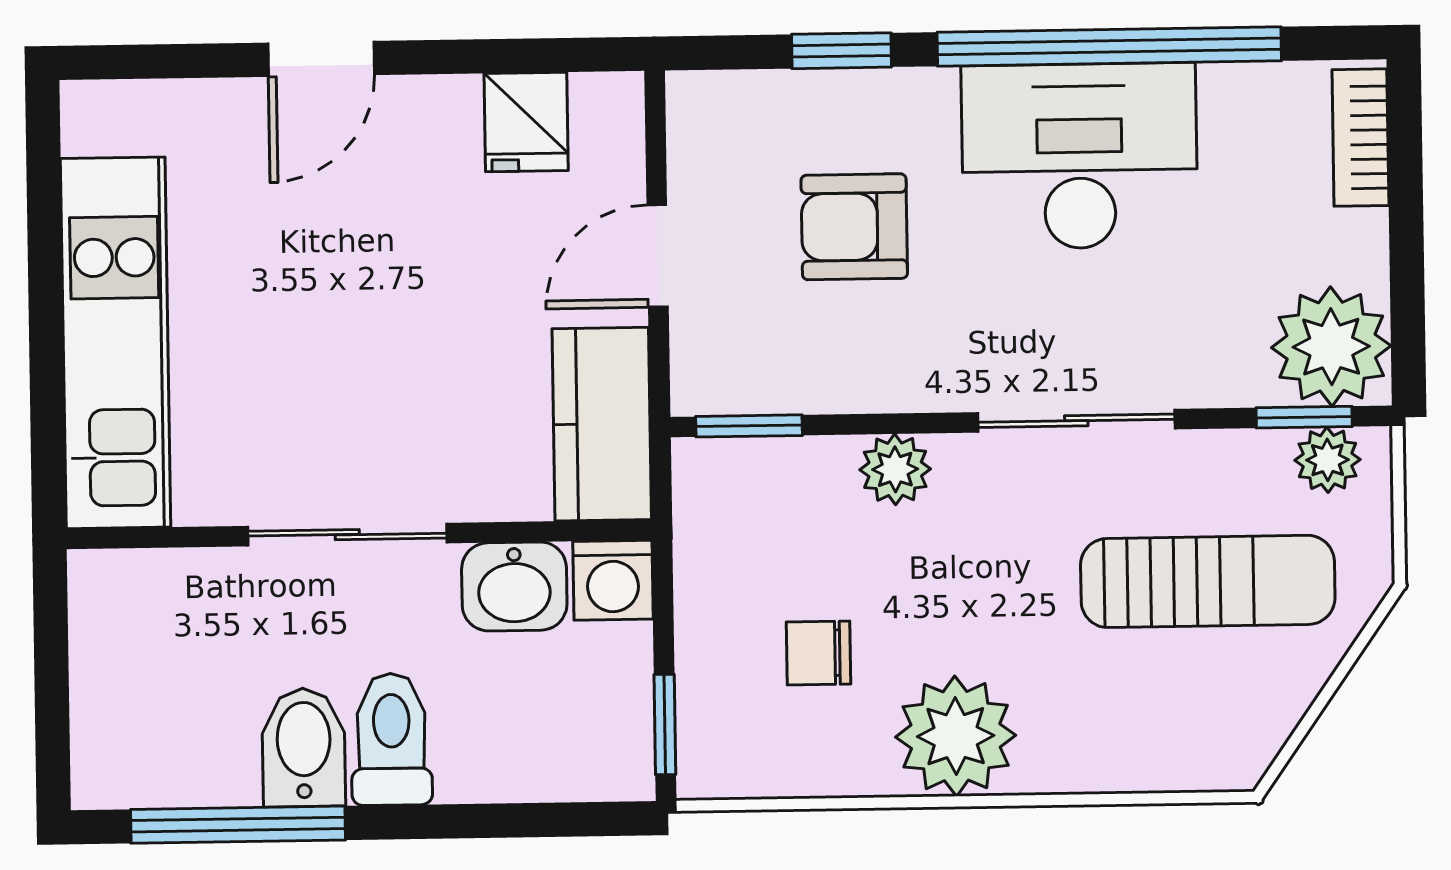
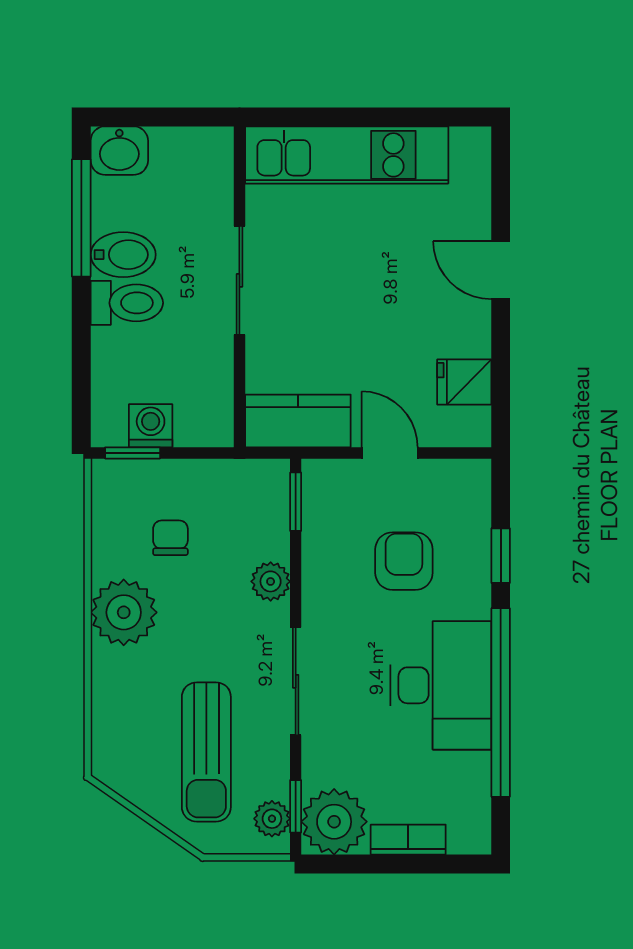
bookcase: (1360, 138) -> (408, 840), moved
washing machine: (613, 580) -> (151, 426), moved, turned 90
washbasin: (514, 586) -> (119, 151), moved, turned -90

